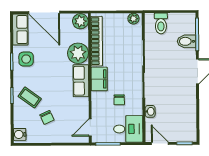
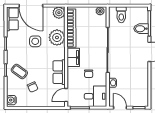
side table: (26, 59) -> (35, 41), moved
row of seats: (81, 81) -> (59, 72), moved

